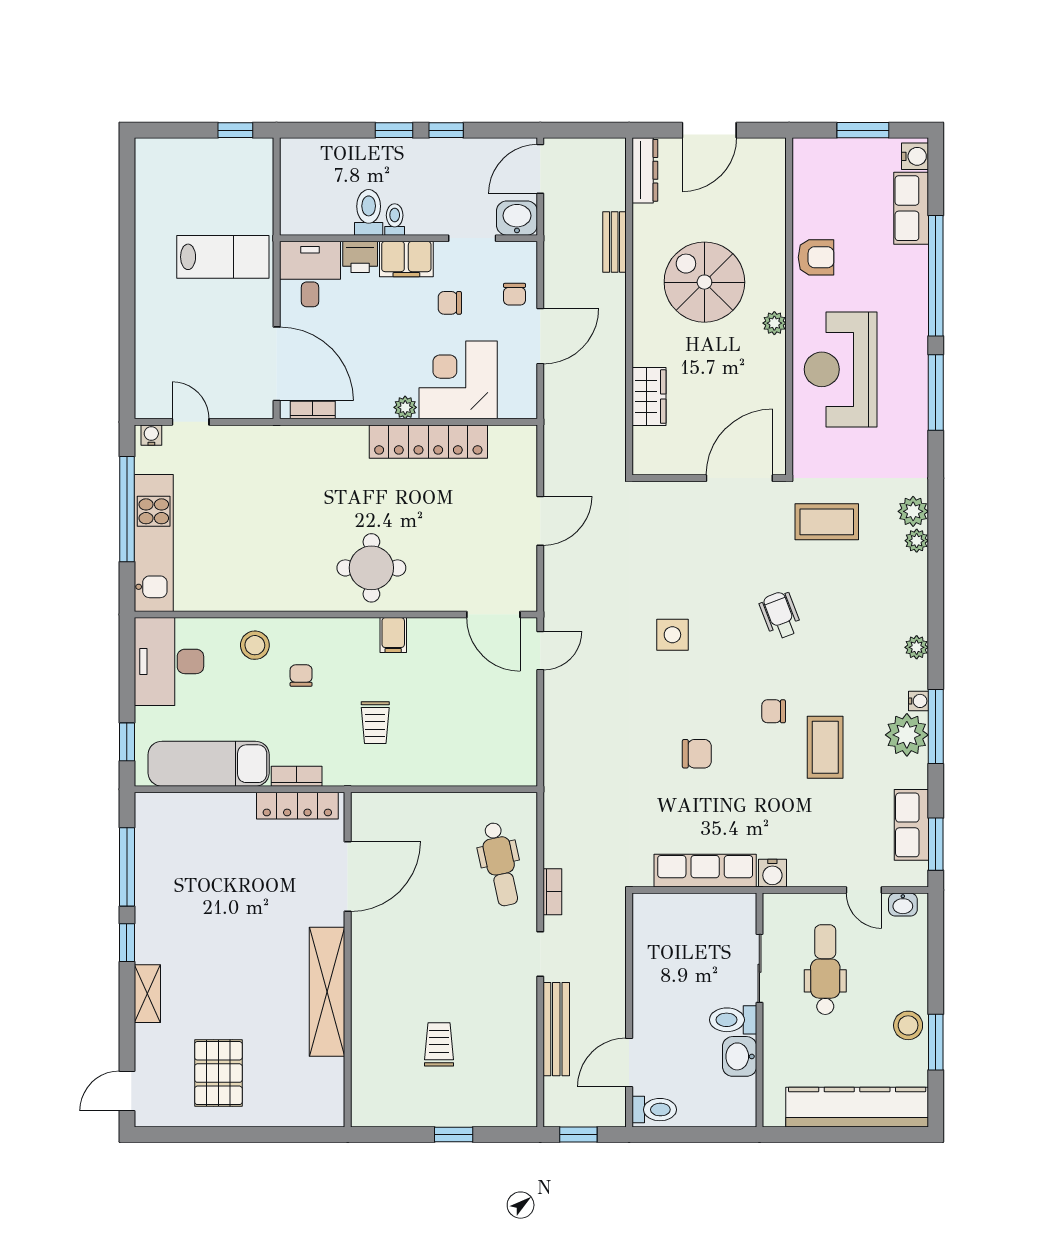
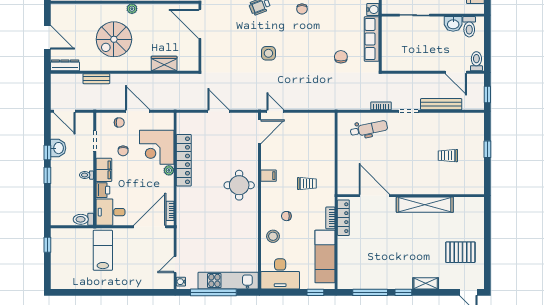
toilet: (369, 212) -> (83, 219), moved
washbasin: (517, 218) -> (58, 148), moved, turned 180
chair: (697, 754) -> (341, 57), moved
toilet: (733, 1020) -> (469, 27), moved

